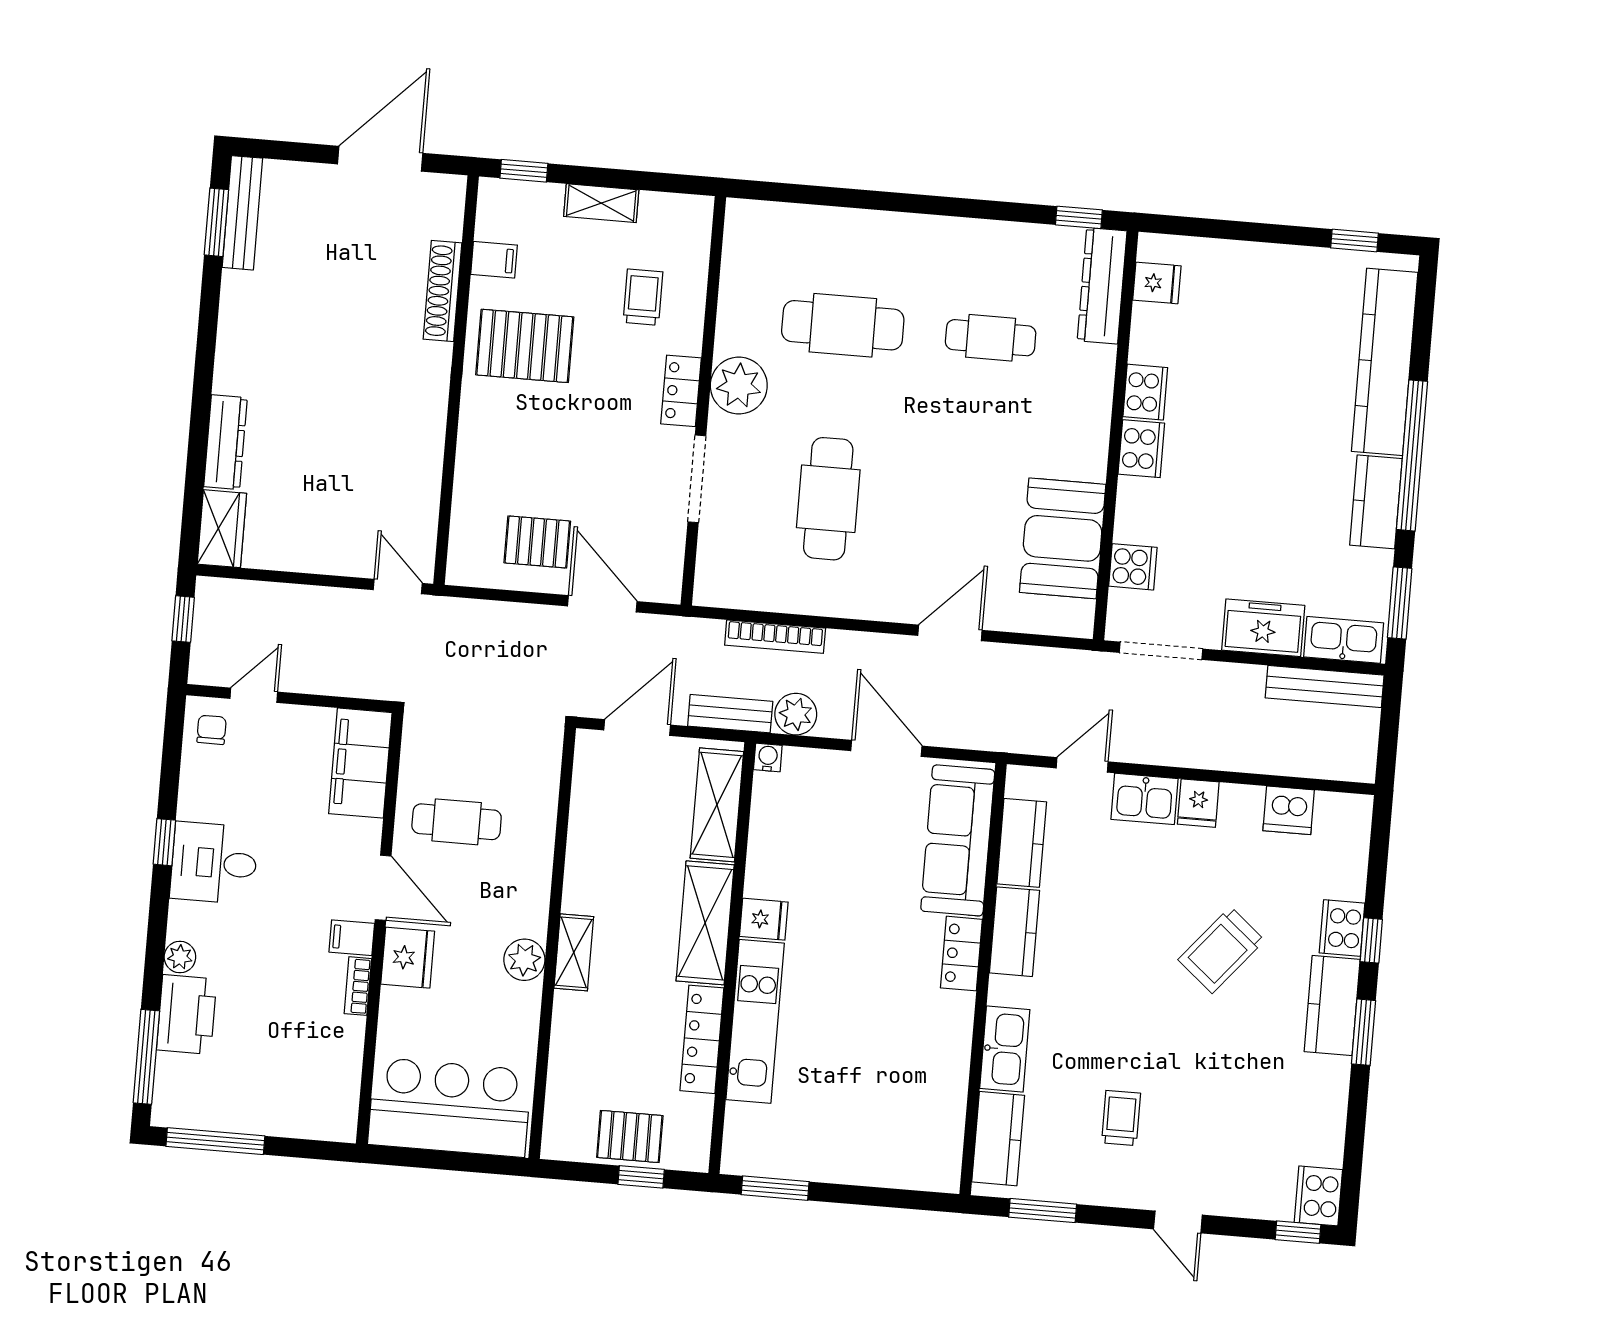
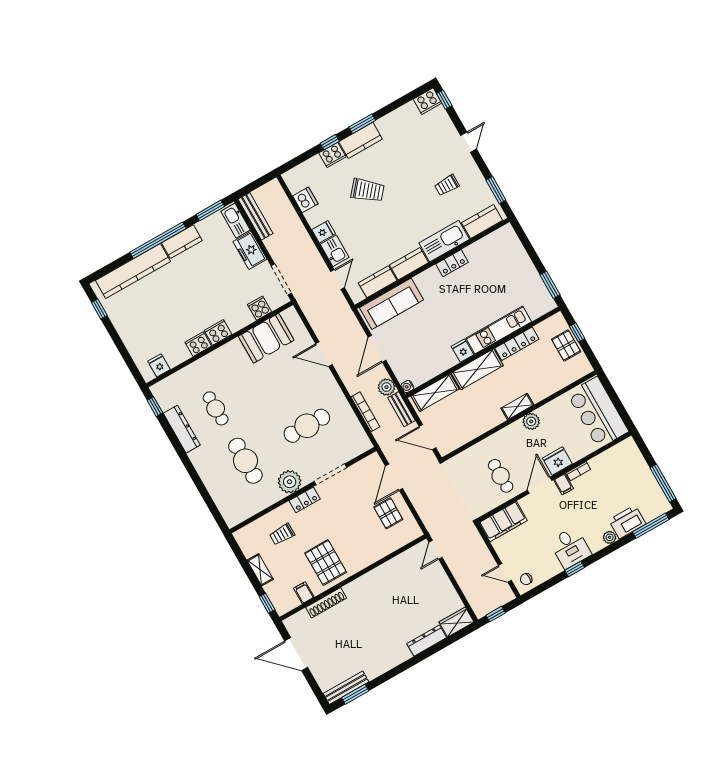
dresser: (1102, 286) -> (182, 429), moved, turned -90
door: (1082, 765) -> (338, 280), swing flipped
locker: (961, 954) -> (452, 263), moved
kitchen sink: (1005, 1049) -> (444, 241), width x1.36, depth x1.24

